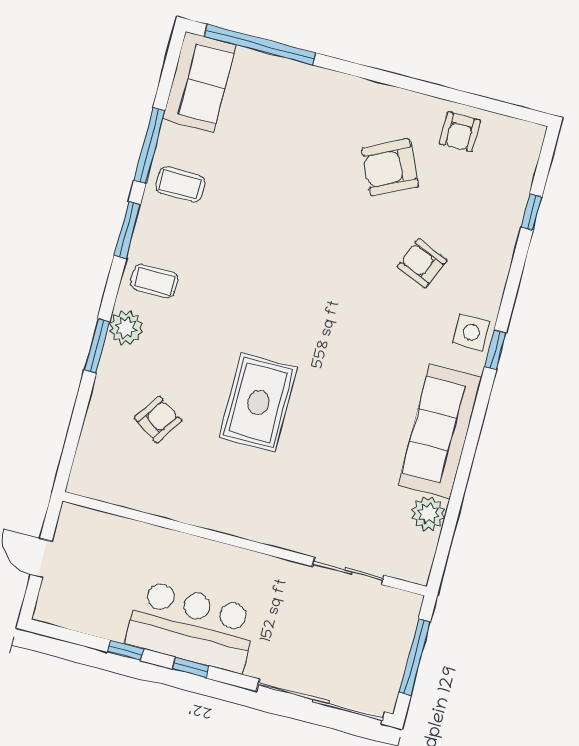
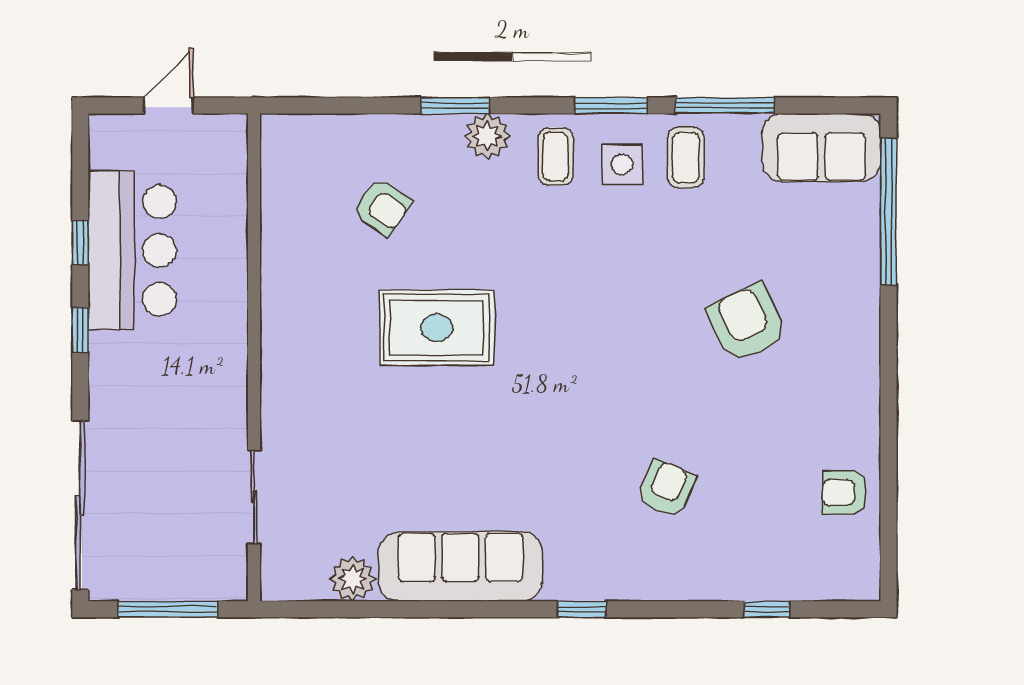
armchair: (390, 167) -> (747, 323), moved
side table: (471, 332) -> (622, 165), moved
bar counter: (192, 626) -> (132, 250), moved

